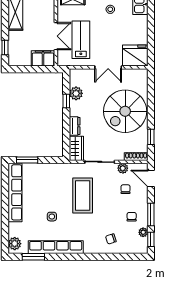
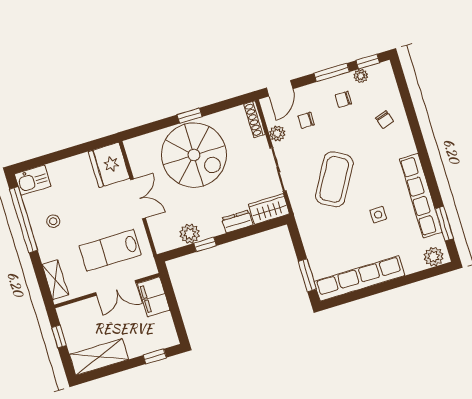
double door: (56, 36) -> (116, 288), swing flipped
window: (151, 137) -> (190, 116), moved
coffee table: (83, 196) -> (334, 179), turned -60

